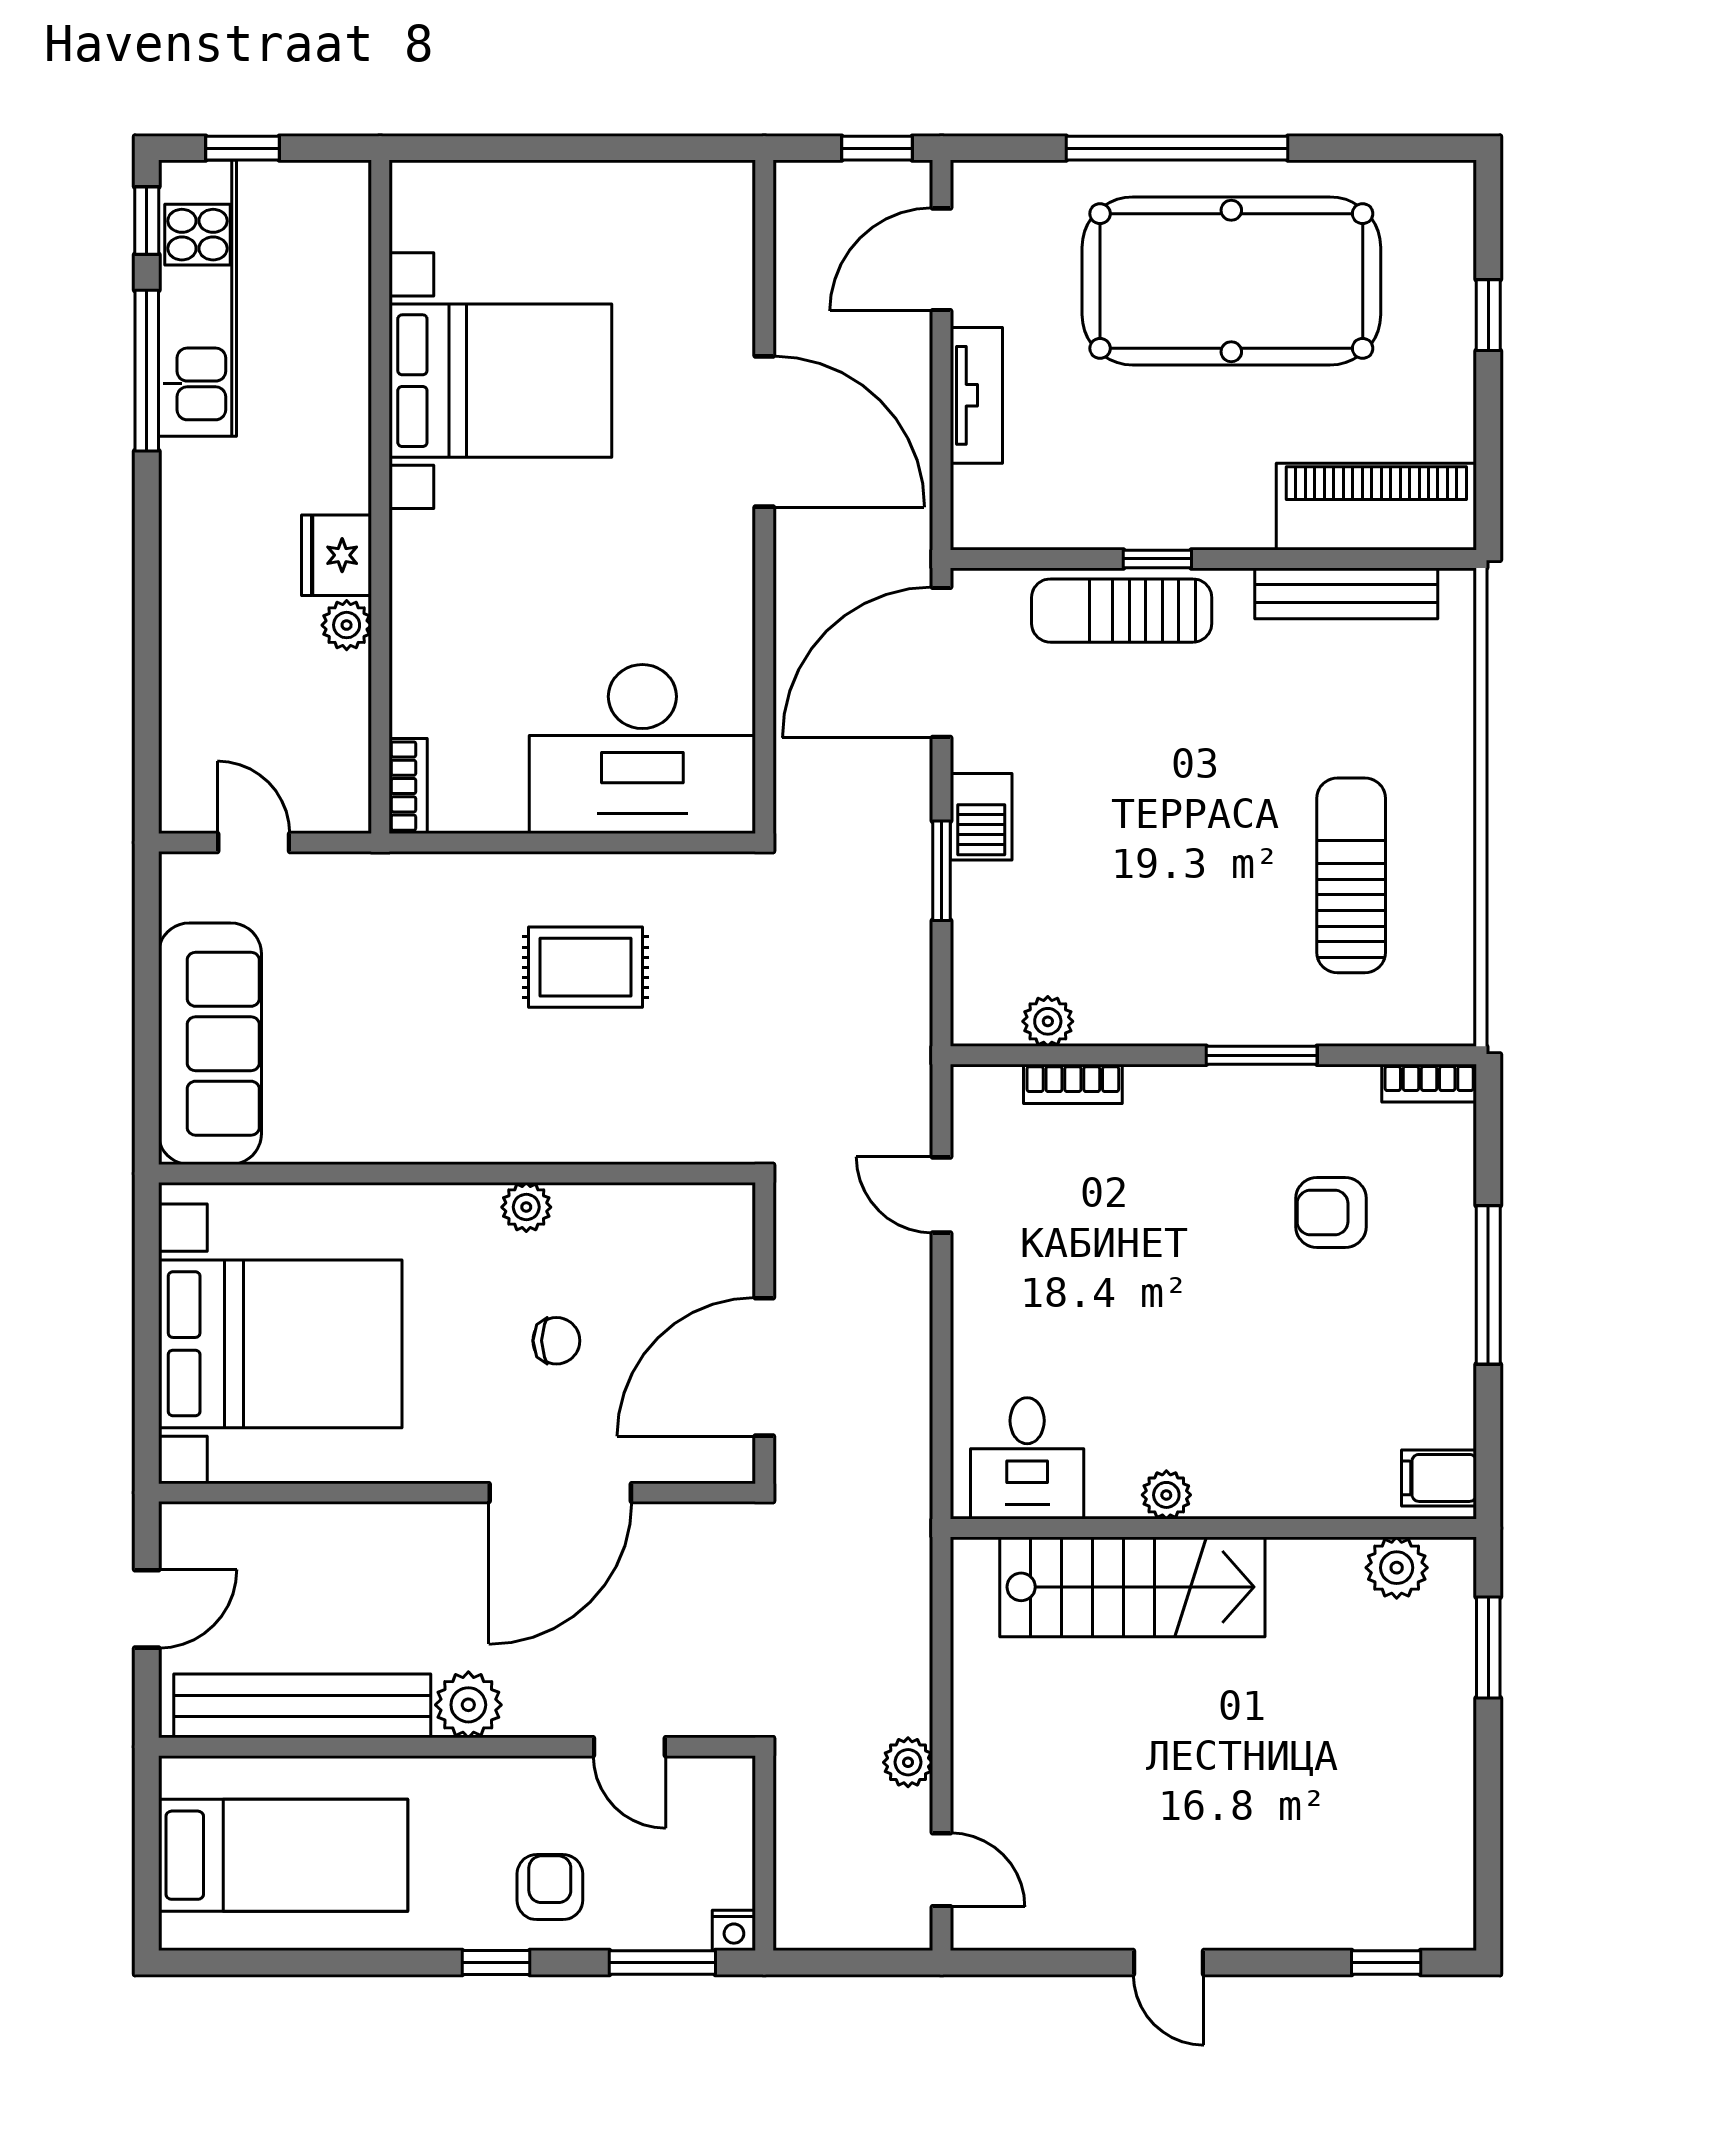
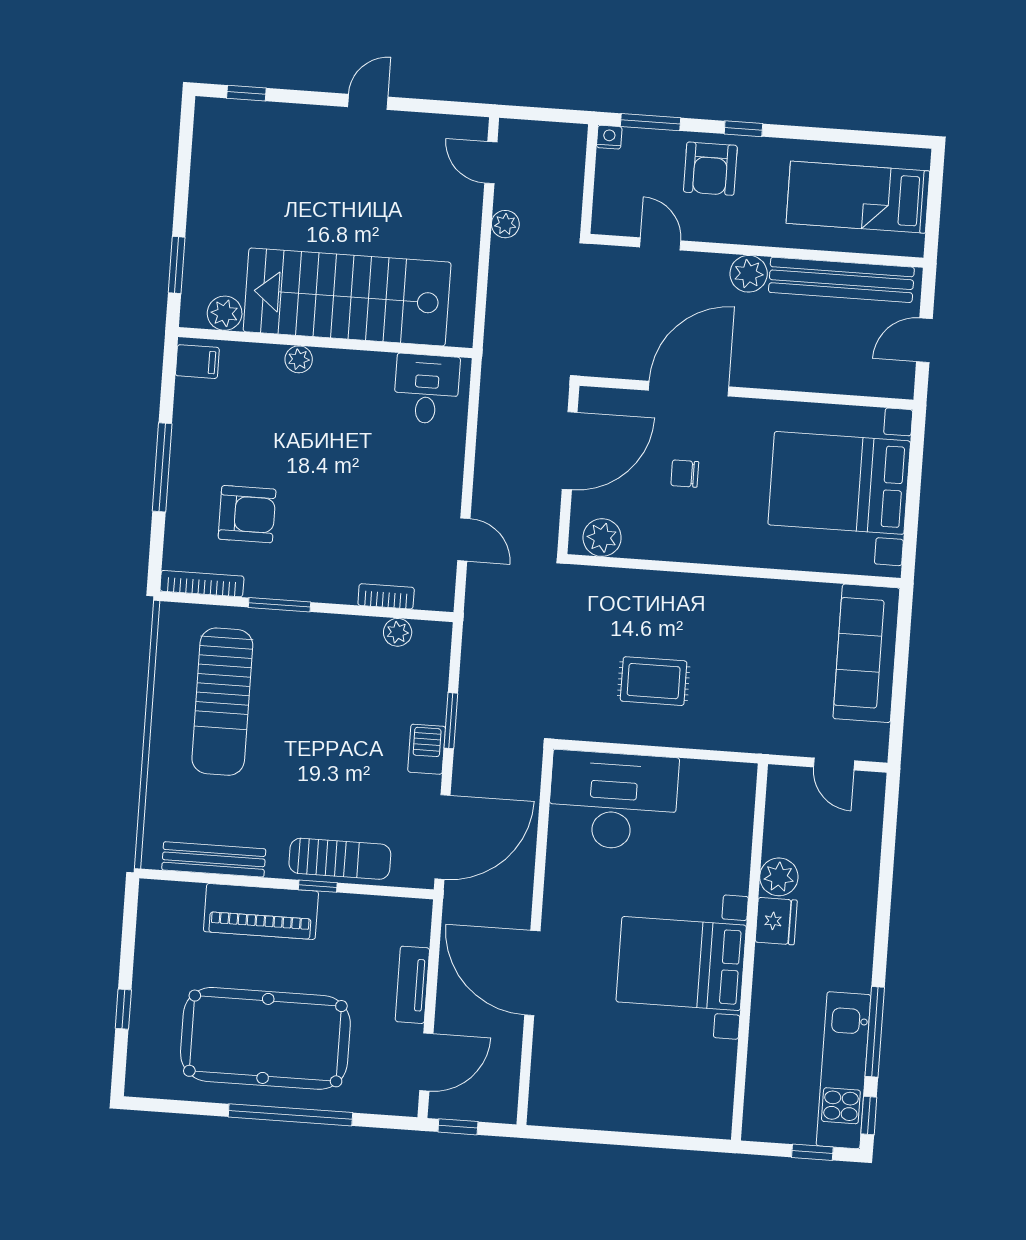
bed with nightstands: (500, 381) -> (681, 964), moved
piano: (1376, 507) -> (261, 911), moved
plant: (347, 625) -> (779, 877), width x1.38, depth x1.38
bookcase: (408, 786) -> (745, 789), removed
sun lounger: (1351, 875) -> (222, 702), width x1.36, depth x1.34
bookcase: (1429, 1083) -> (202, 584), width x1.56
plant: (526, 1207) -> (602, 538), moved, width x1.38, depth x1.38
armchair: (1331, 1213) -> (247, 514), width x1.38, depth x1.38
plant: (1166, 1495) -> (299, 359), moved
stairs: (1132, 1587) -> (347, 297), width x1.36, depth x1.51
armchair: (550, 1887) -> (710, 169), width x1.38, depth x1.38
door: (1169, 1962) -> (368, 102), hinge flipped

